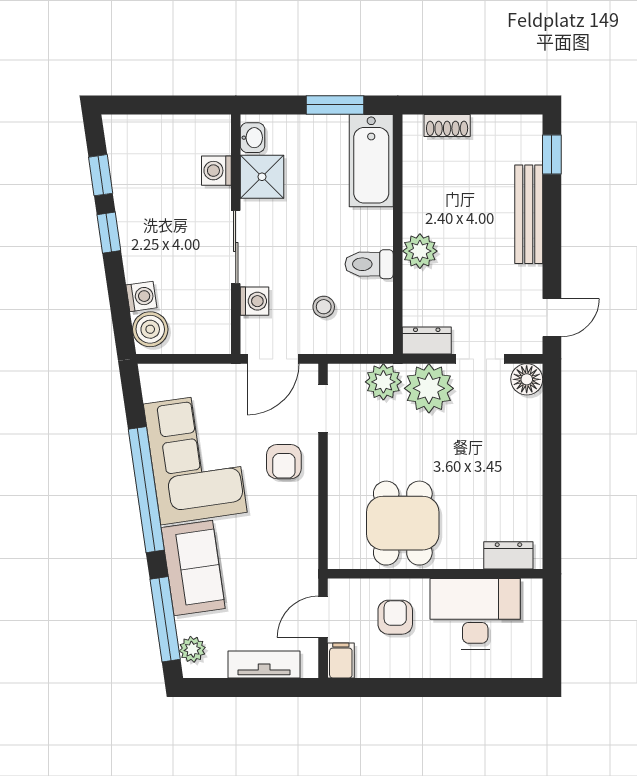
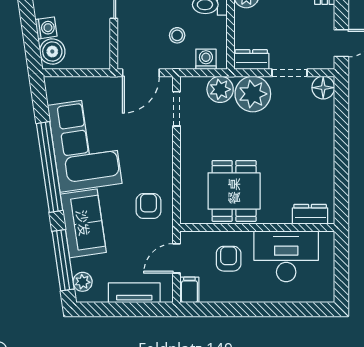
washing machine: (255, 301) -> (206, 59), moved, turned -90
armchair: (284, 462) -> (148, 206), moved, turned 180

